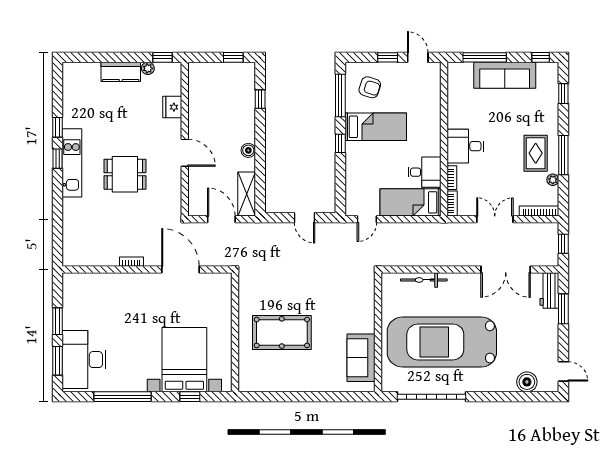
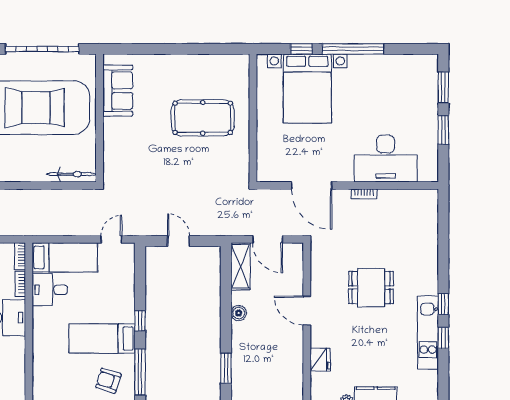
window: (260, 99) -> (226, 368), width x1.50
kitchen unit: (72, 163) -> (428, 333), moved
bicycle: (424, 280) -> (71, 174), moved
desk: (84, 360) -> (386, 159), moved, turned 90
window: (123, 397) -> (353, 49), moved

